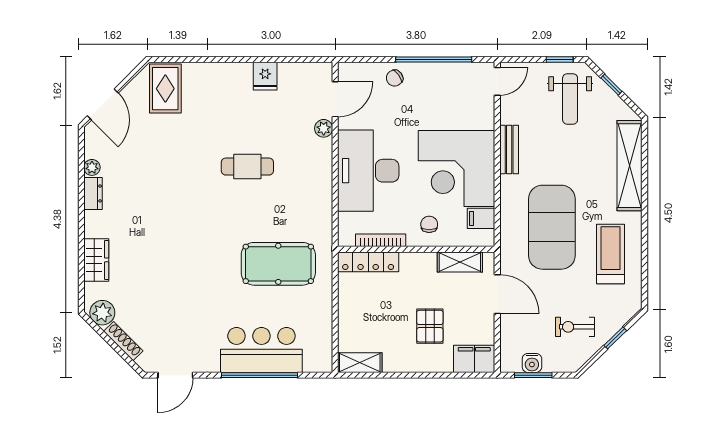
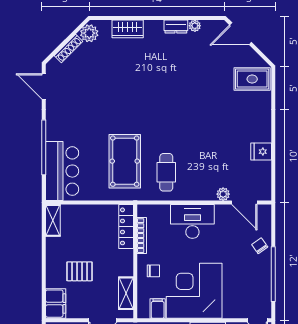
cafe table: (247, 167) -> (166, 172), moved
desk: (368, 171) -> (192, 221), width x0.73, depth x0.77
bar counter: (261, 350) -> (62, 171), moved

